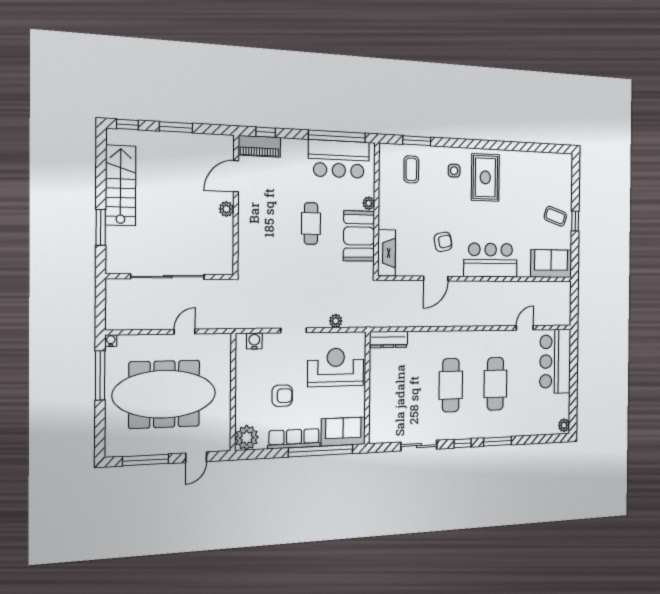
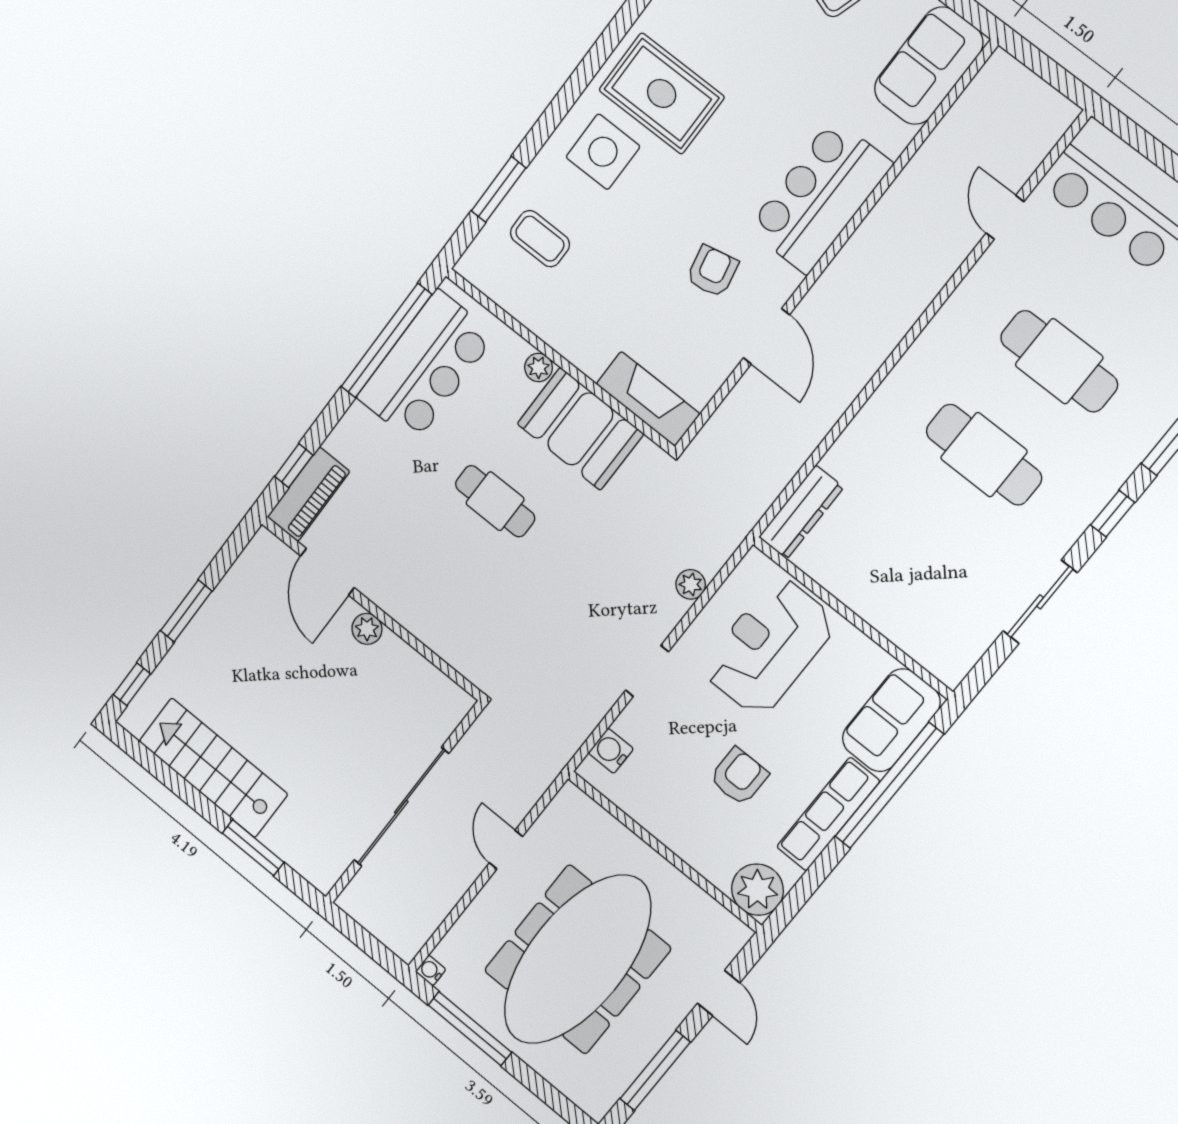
side table: (454, 171) -> (603, 152), width x1.87, depth x1.87

